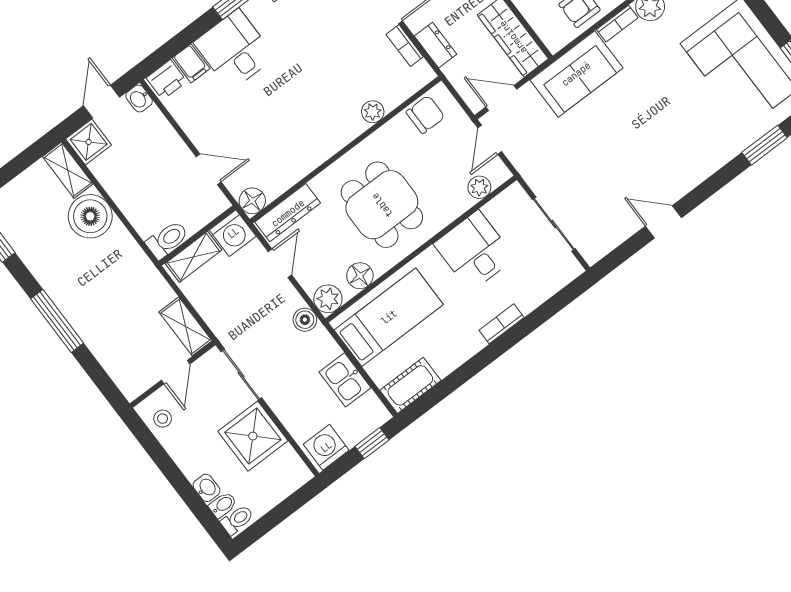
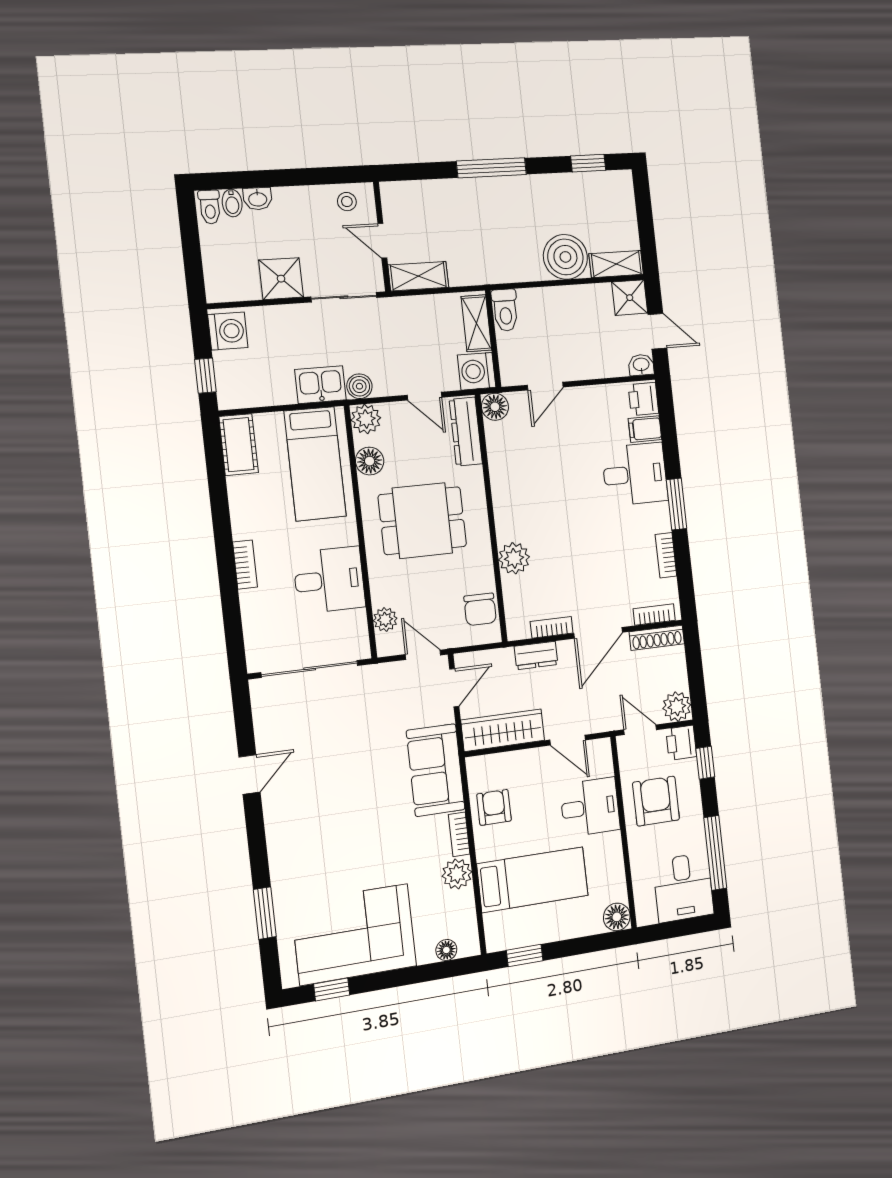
plant: (373, 112) -> (514, 558), width x1.38, depth x1.38
sliding door: (554, 224) -> (310, 669), width x1.37
kitchen sink: (345, 380) -> (320, 385), moved
shower: (253, 436) -> (281, 279), width x0.73, depth x0.73

